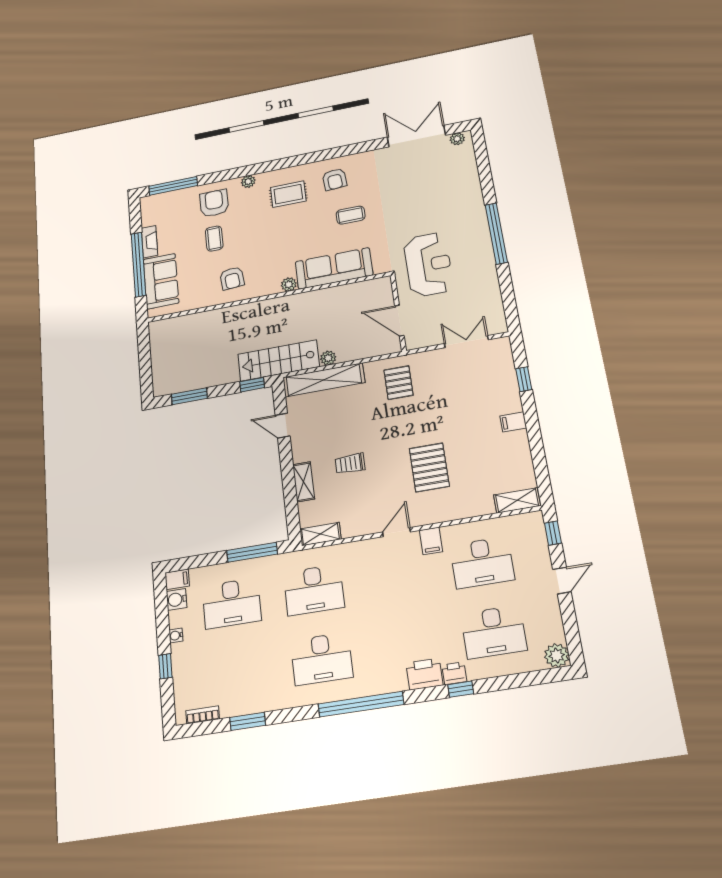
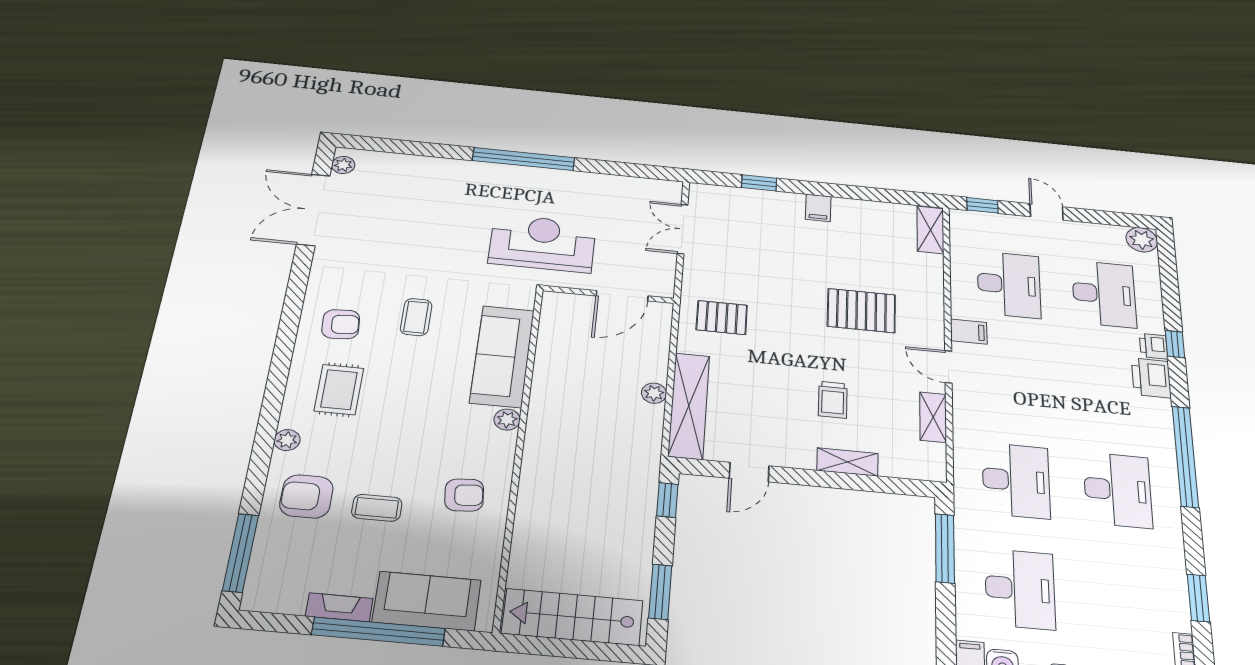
stairs: (279, 360) -> (573, 617), moved, turned 90
shelving: (320, 534) -> (933, 417), moved

